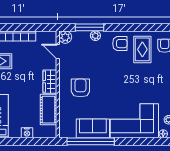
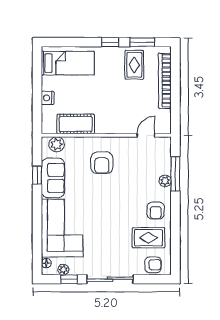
plant: (65, 37) -> (57, 144), moved
wardrobe: (50, 82) -> (109, 126), removed
armchair: (80, 88) -> (102, 163), turned 90
window: (91, 141) -> (37, 175), width x0.32

